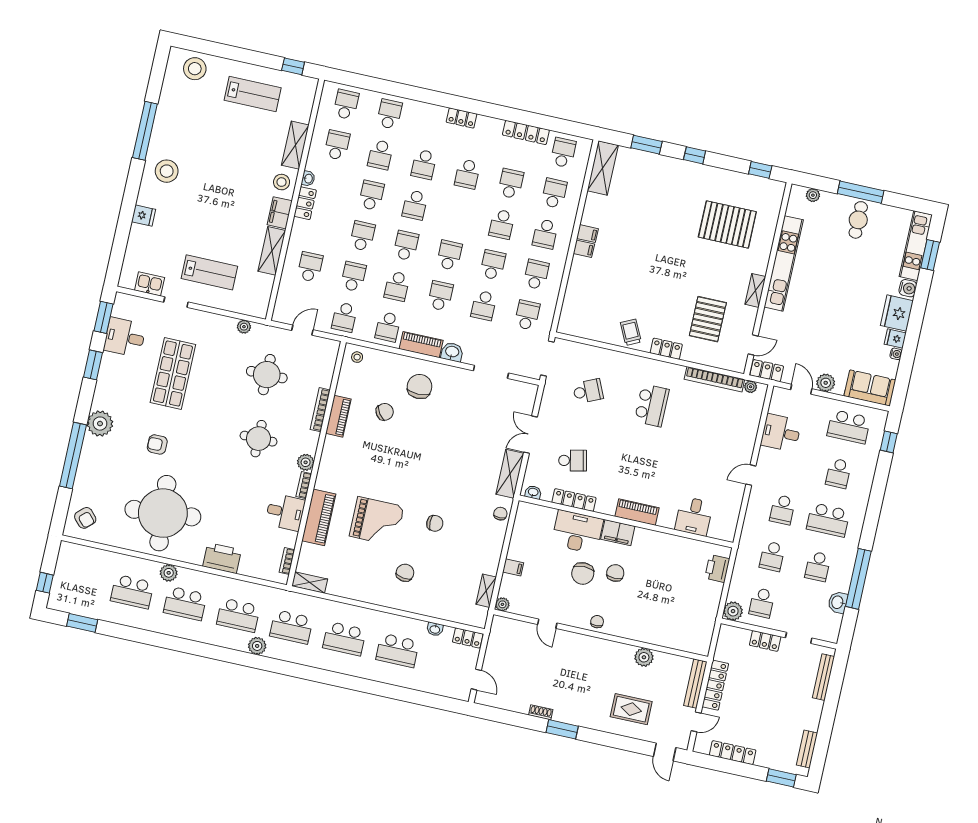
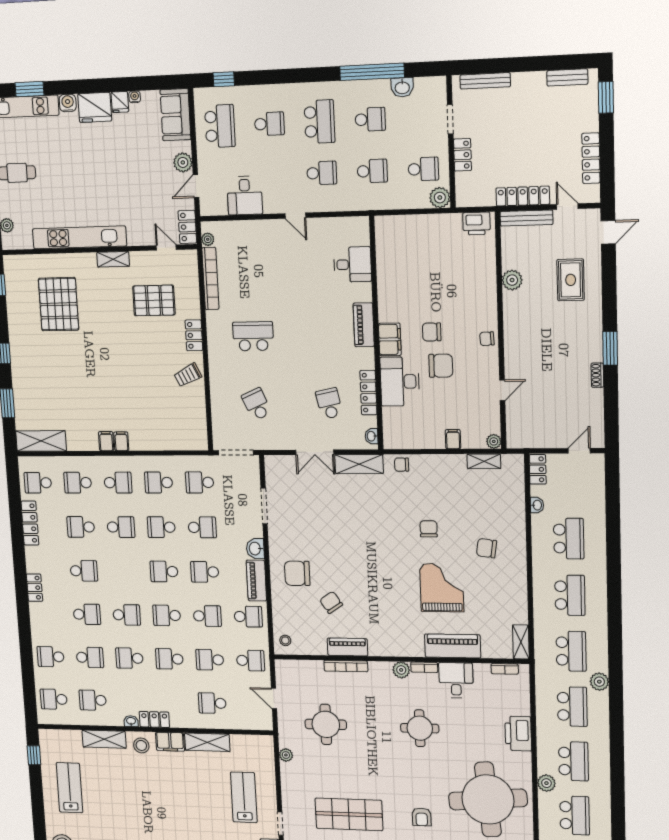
round table: (259, 439) -> (420, 728), moved
printer: (717, 568) -> (476, 224), moved

